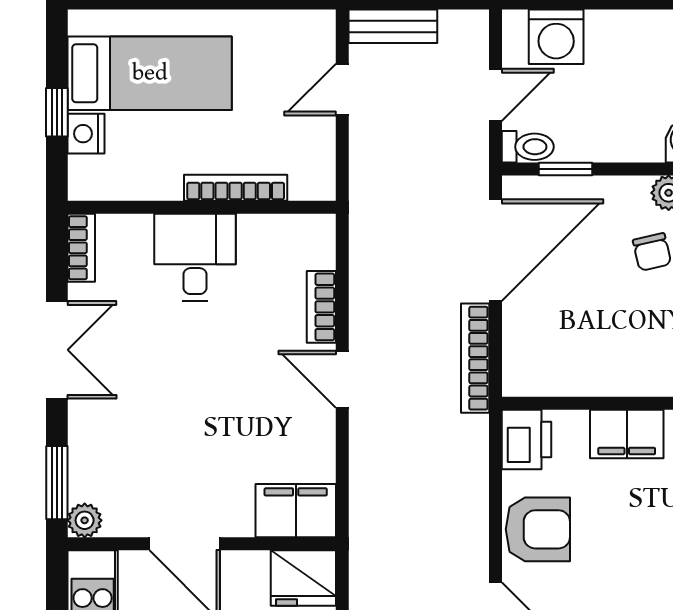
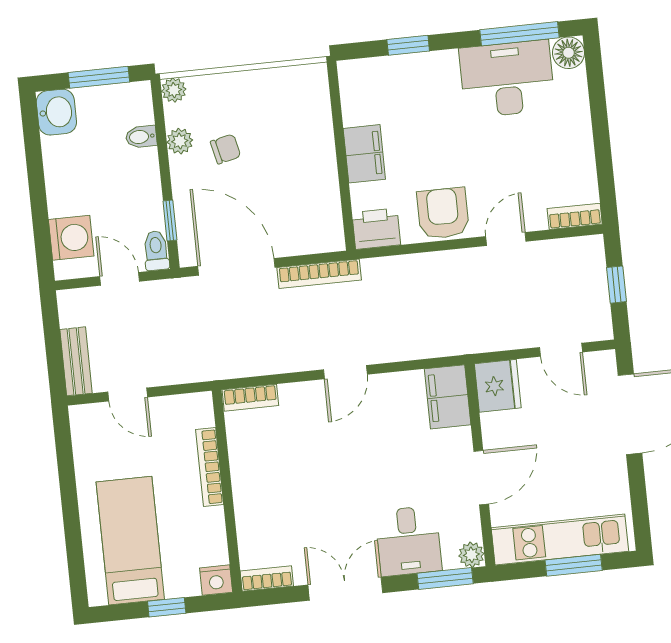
nightstand: (86, 134) -> (216, 580), moved
desk: (195, 257) -> (408, 541), moved, turned -90
bookcase: (321, 307) -> (250, 398), moved

